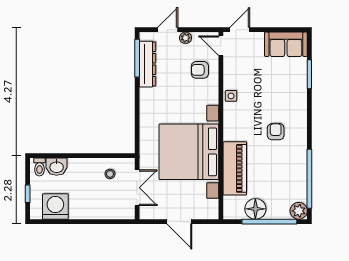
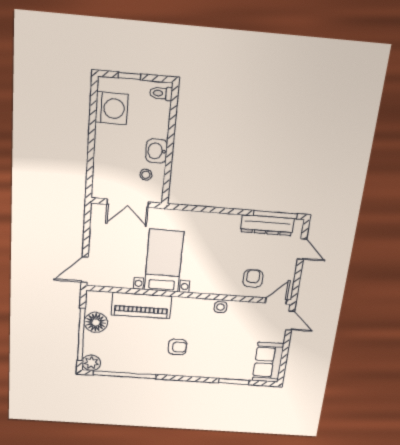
plant: (186, 38) -> (290, 267), removed
bed with nightstands: (189, 152) -> (164, 261), width x0.54
washbasin: (57, 167) -> (156, 151), moved
door: (179, 222) -> (85, 270), moved

